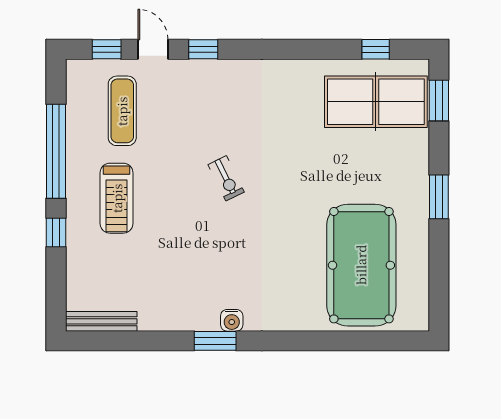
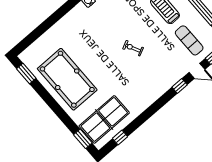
window: (439, 197) -> (26, 73), moved
pool table: (361, 265) -> (67, 79), moved

